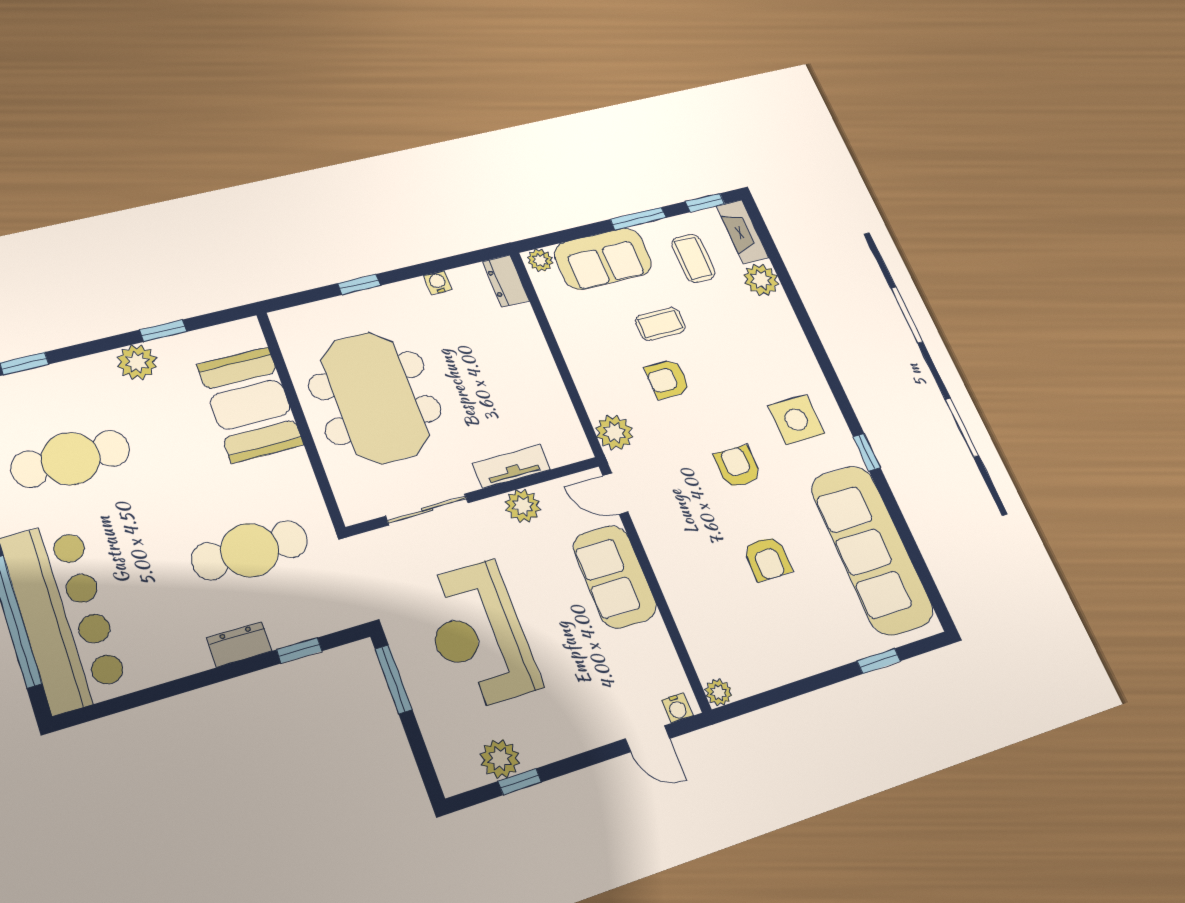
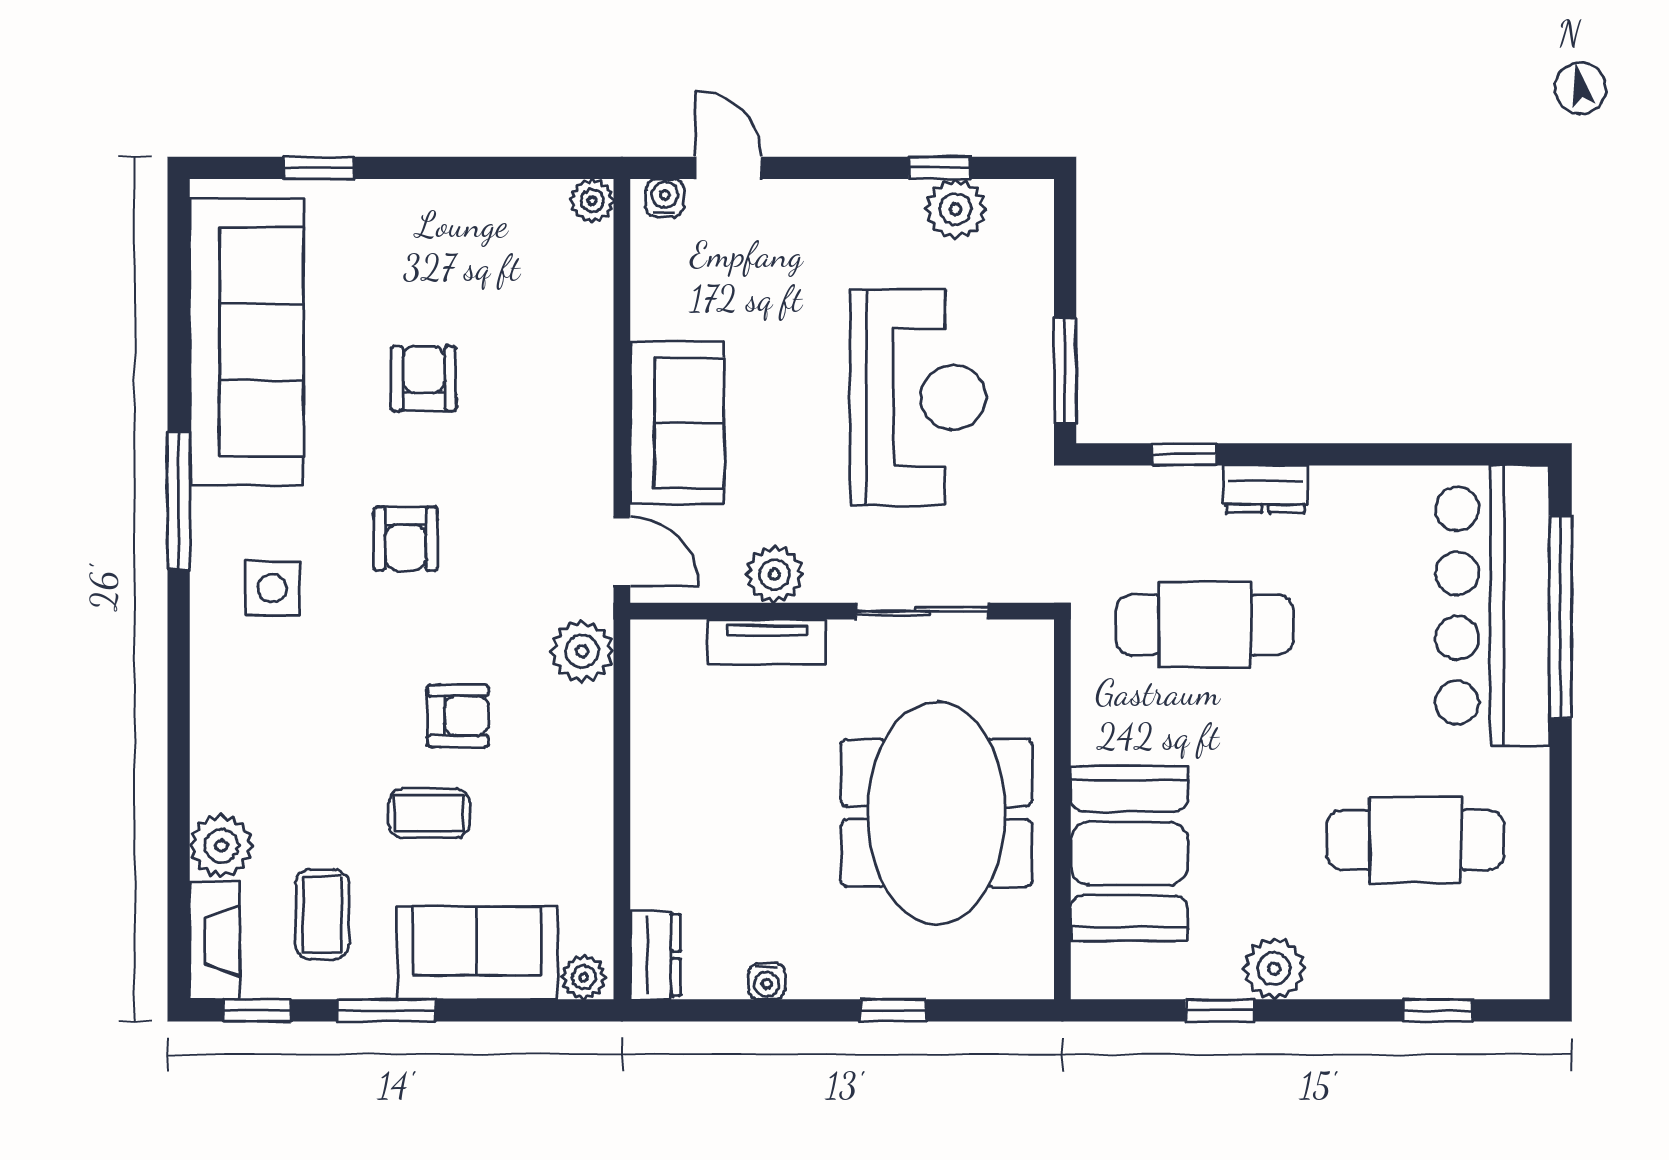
side table: (796, 420) -> (272, 588), width x0.73, depth x0.73
window: (867, 452) -> (179, 501), width x2.17

